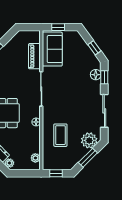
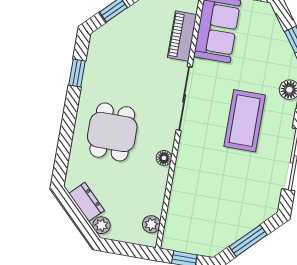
coffee table: (60, 135) -> (245, 121), moved, width x1.36, depth x1.32
plant: (89, 140) -> (256, 209), removed

